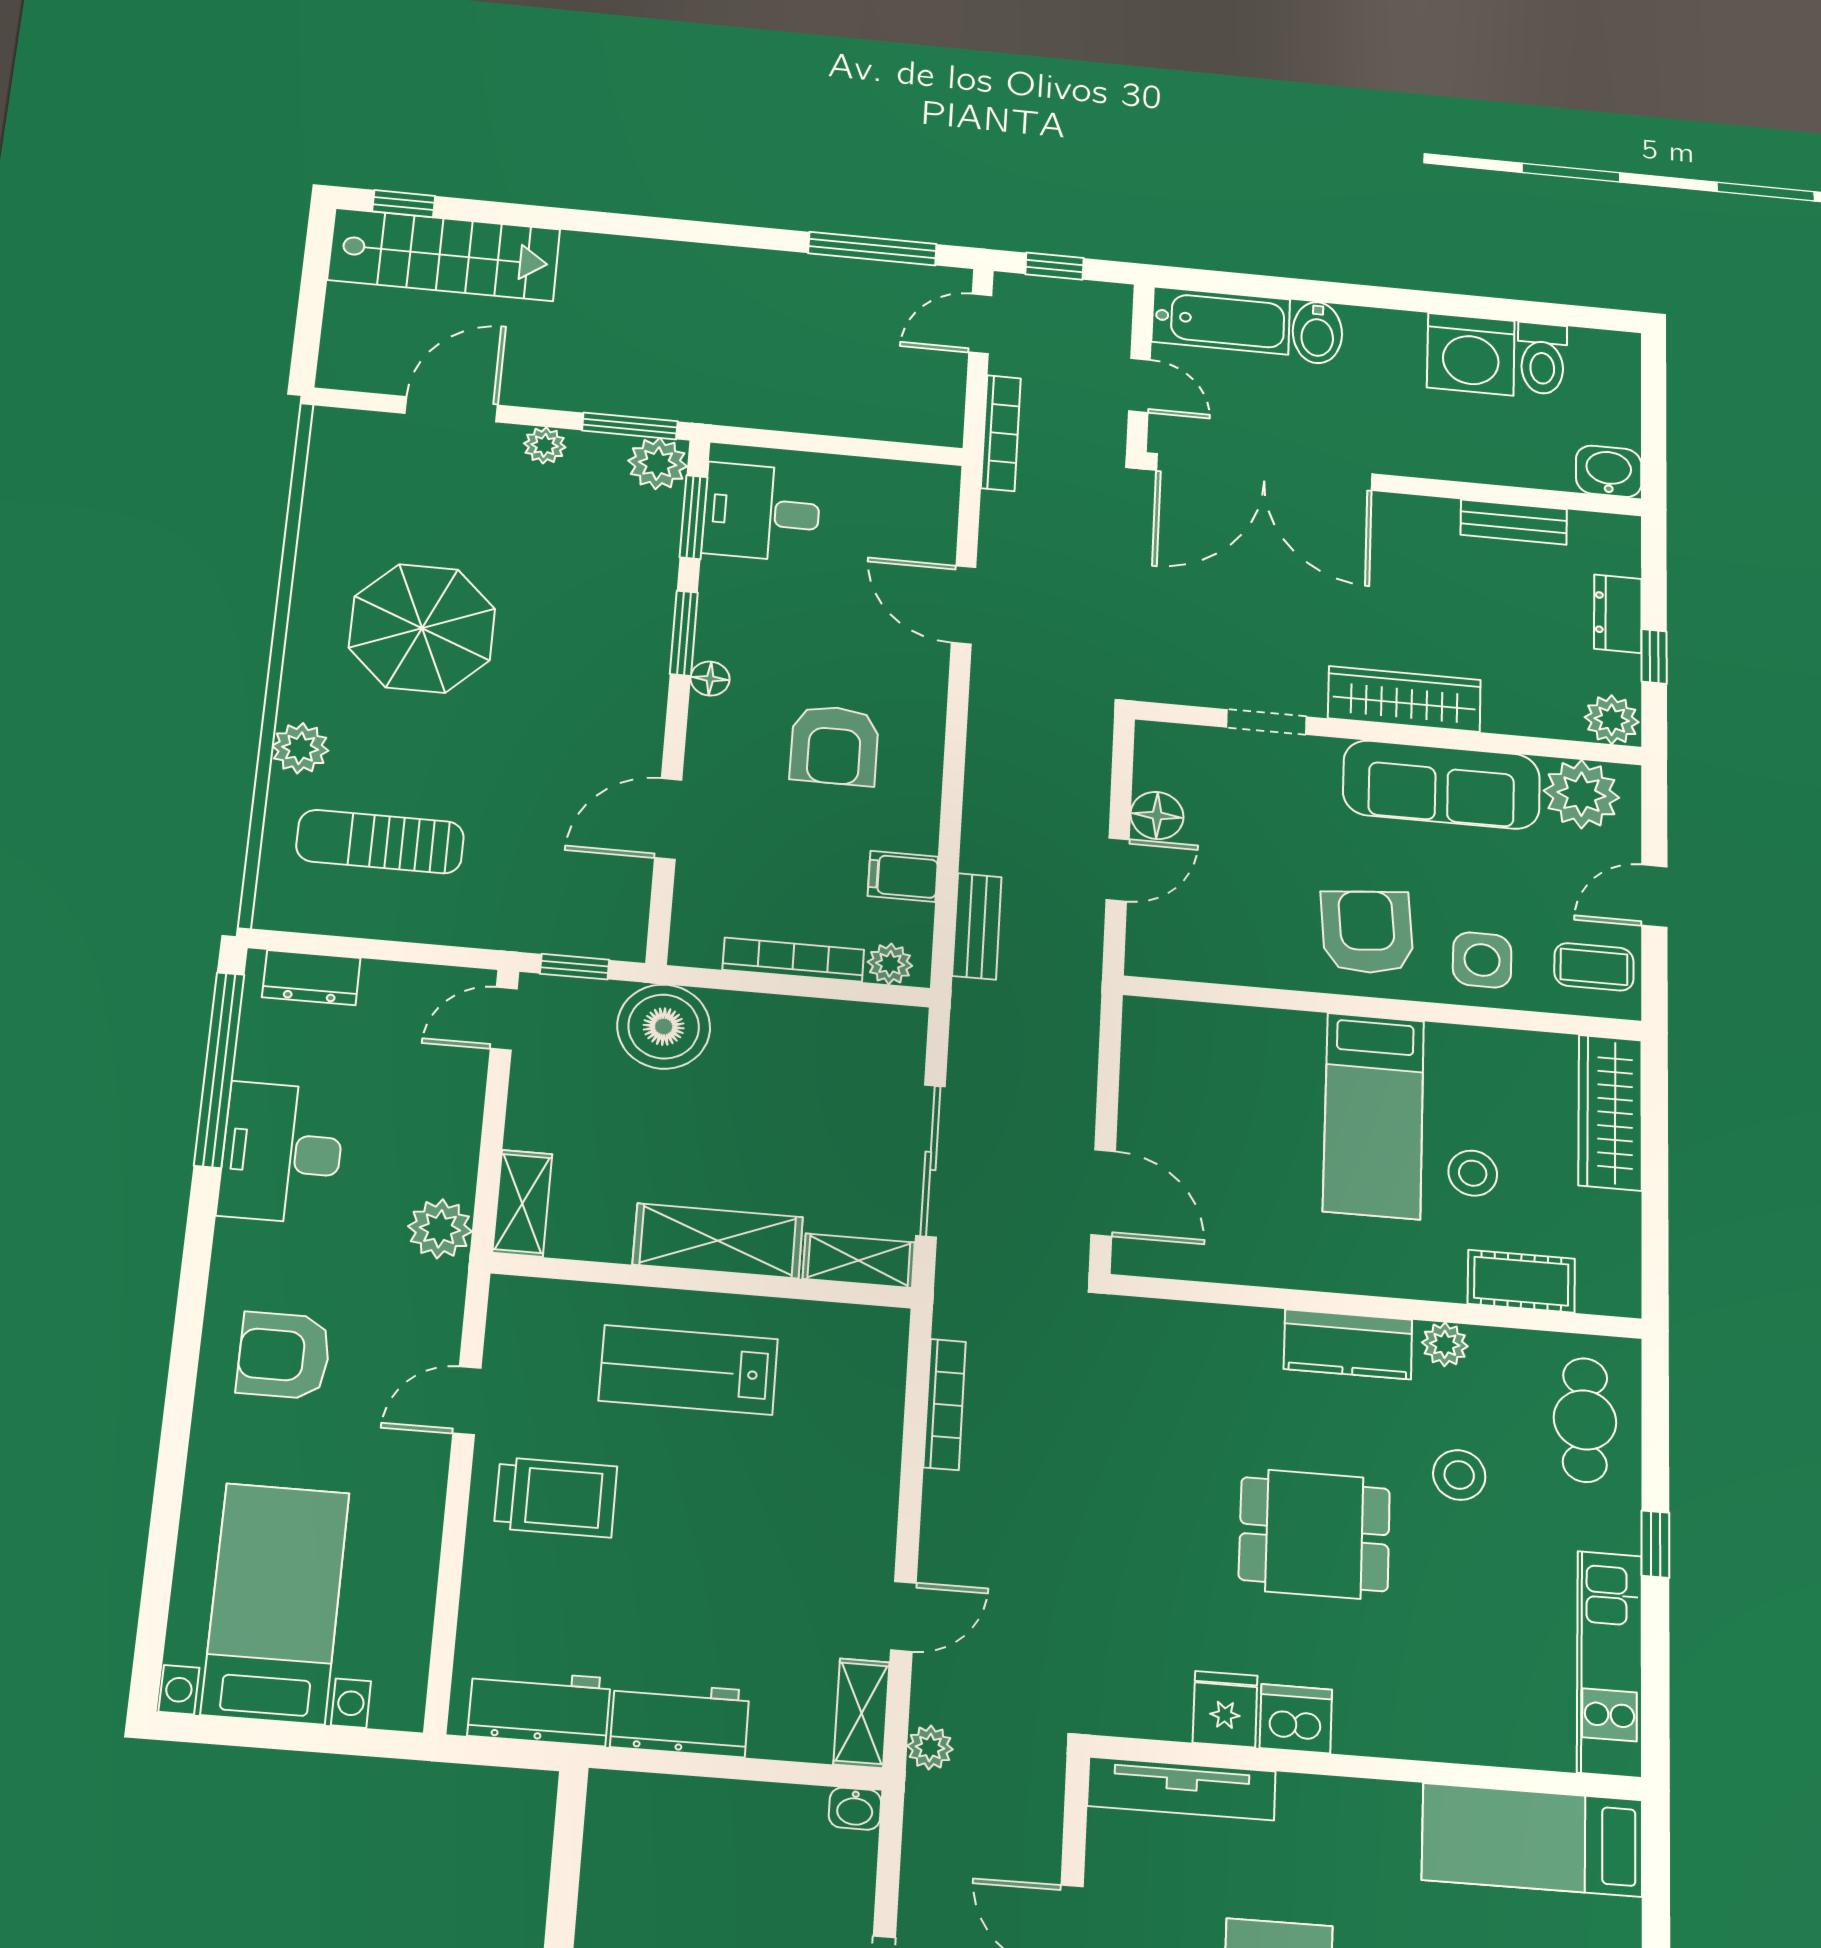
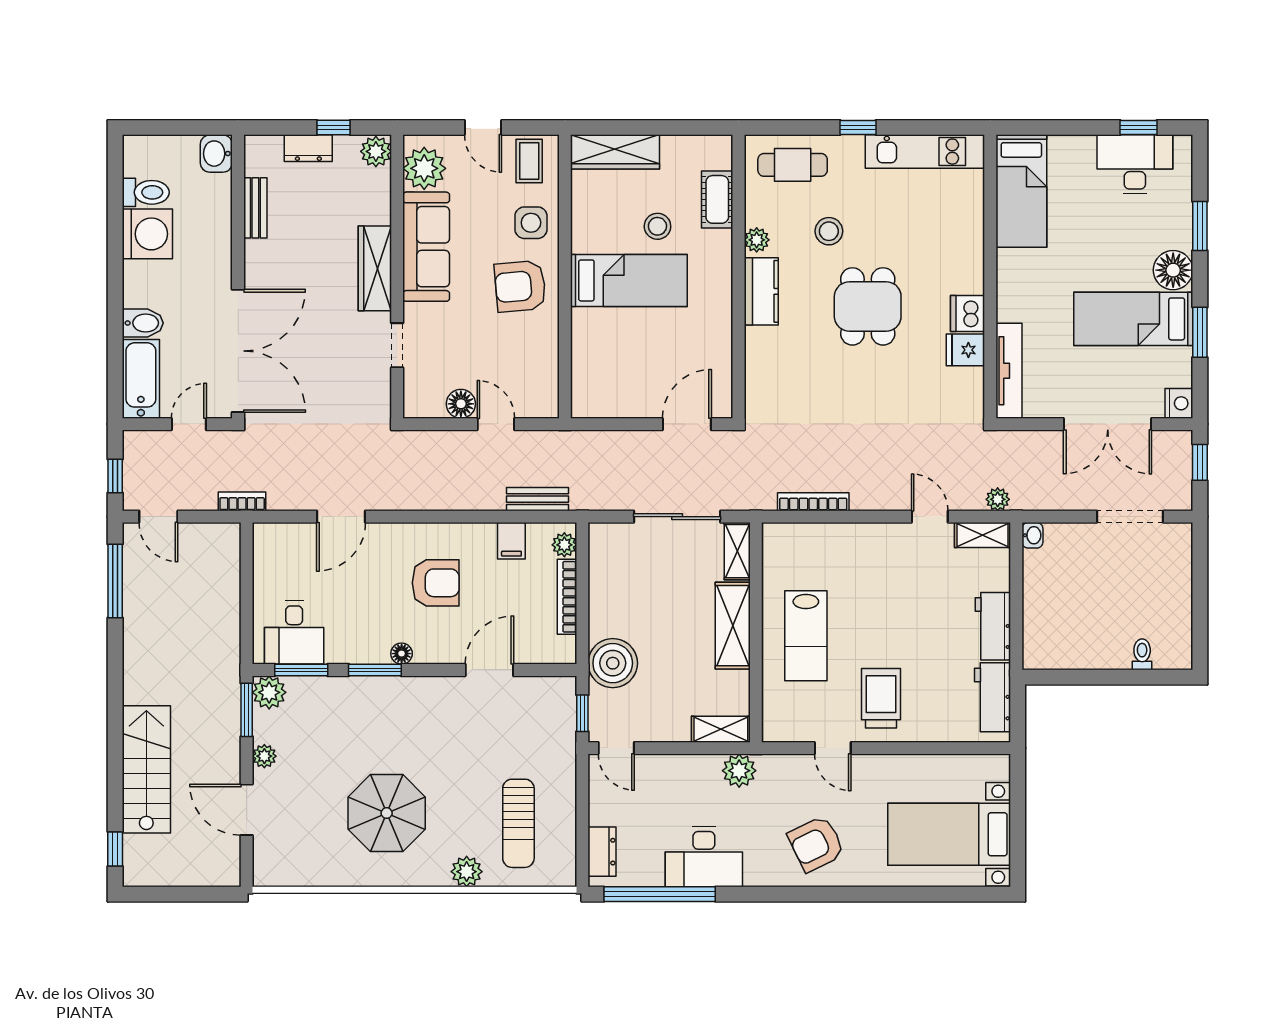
stairs: (444, 255) -> (146, 769), moved
bookcase: (1001, 433) -> (242, 501), width x0.64
door: (668, 819) -> (489, 670), swing flipped
armchair: (284, 1355) -> (816, 844), turned 64

